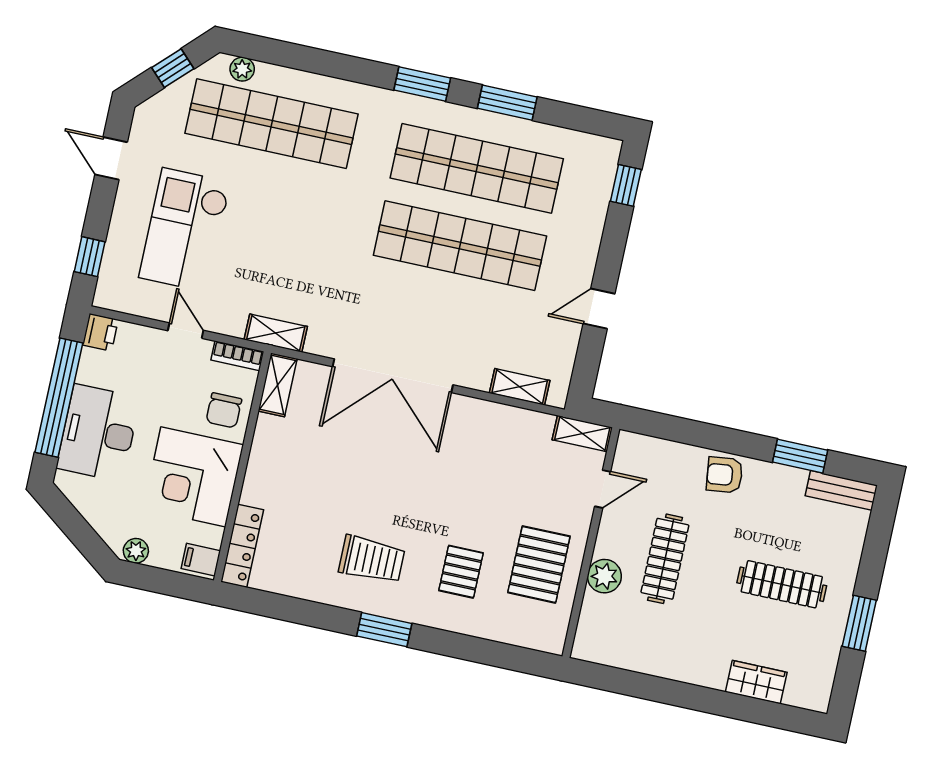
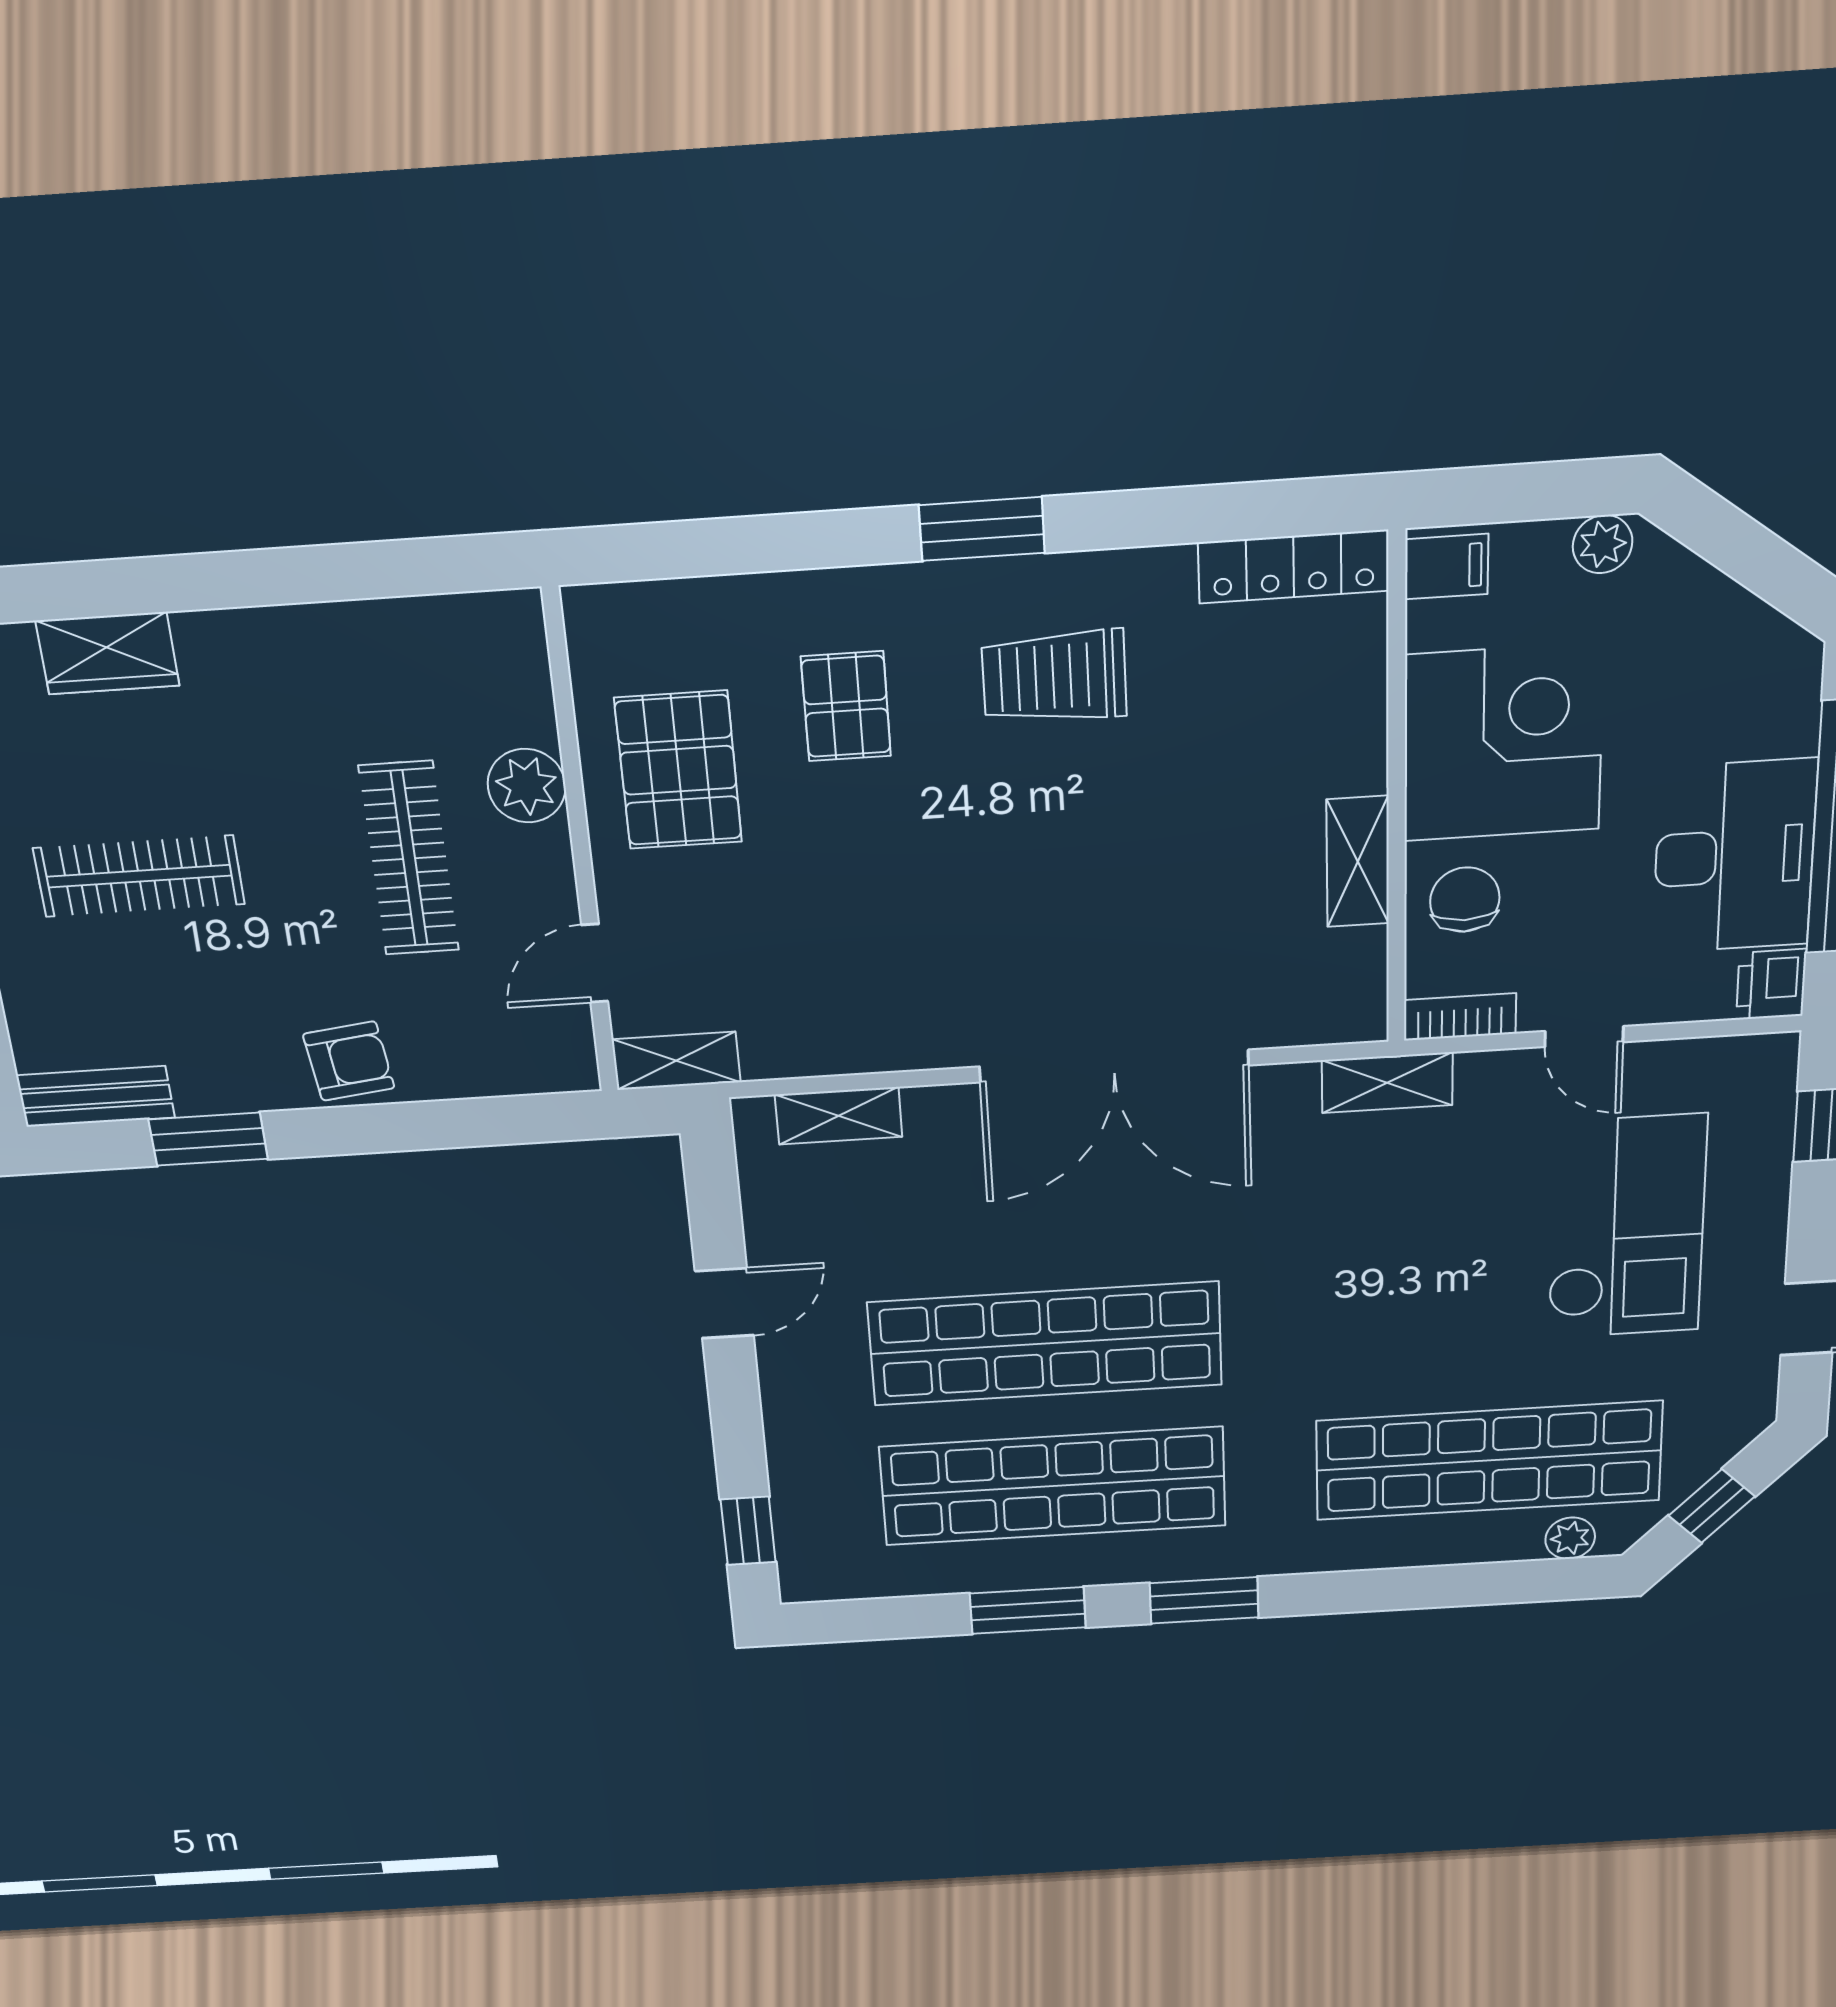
double door: (393, 376) -> (1114, 1066), swing flipped
shelving: (278, 385) -> (1358, 862), moved
desk: (98, 433) -> (1734, 856), moved
locker: (242, 546) -> (1294, 567), moved, turned -90

